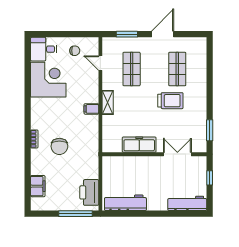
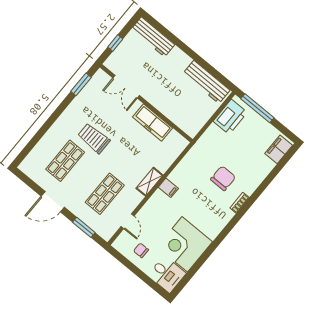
filing cabinet: (38, 186) -> (279, 149), moved

